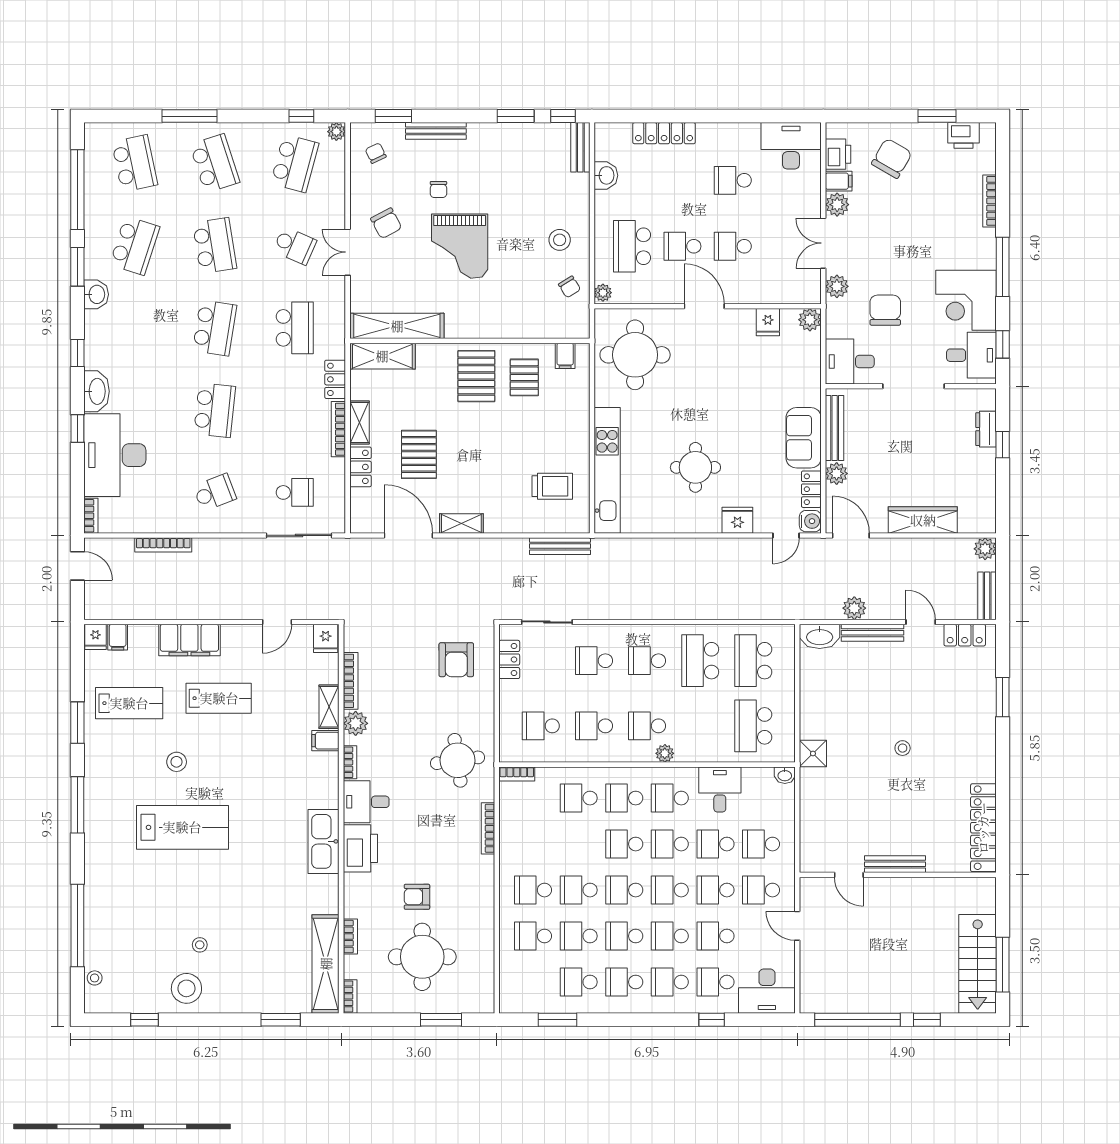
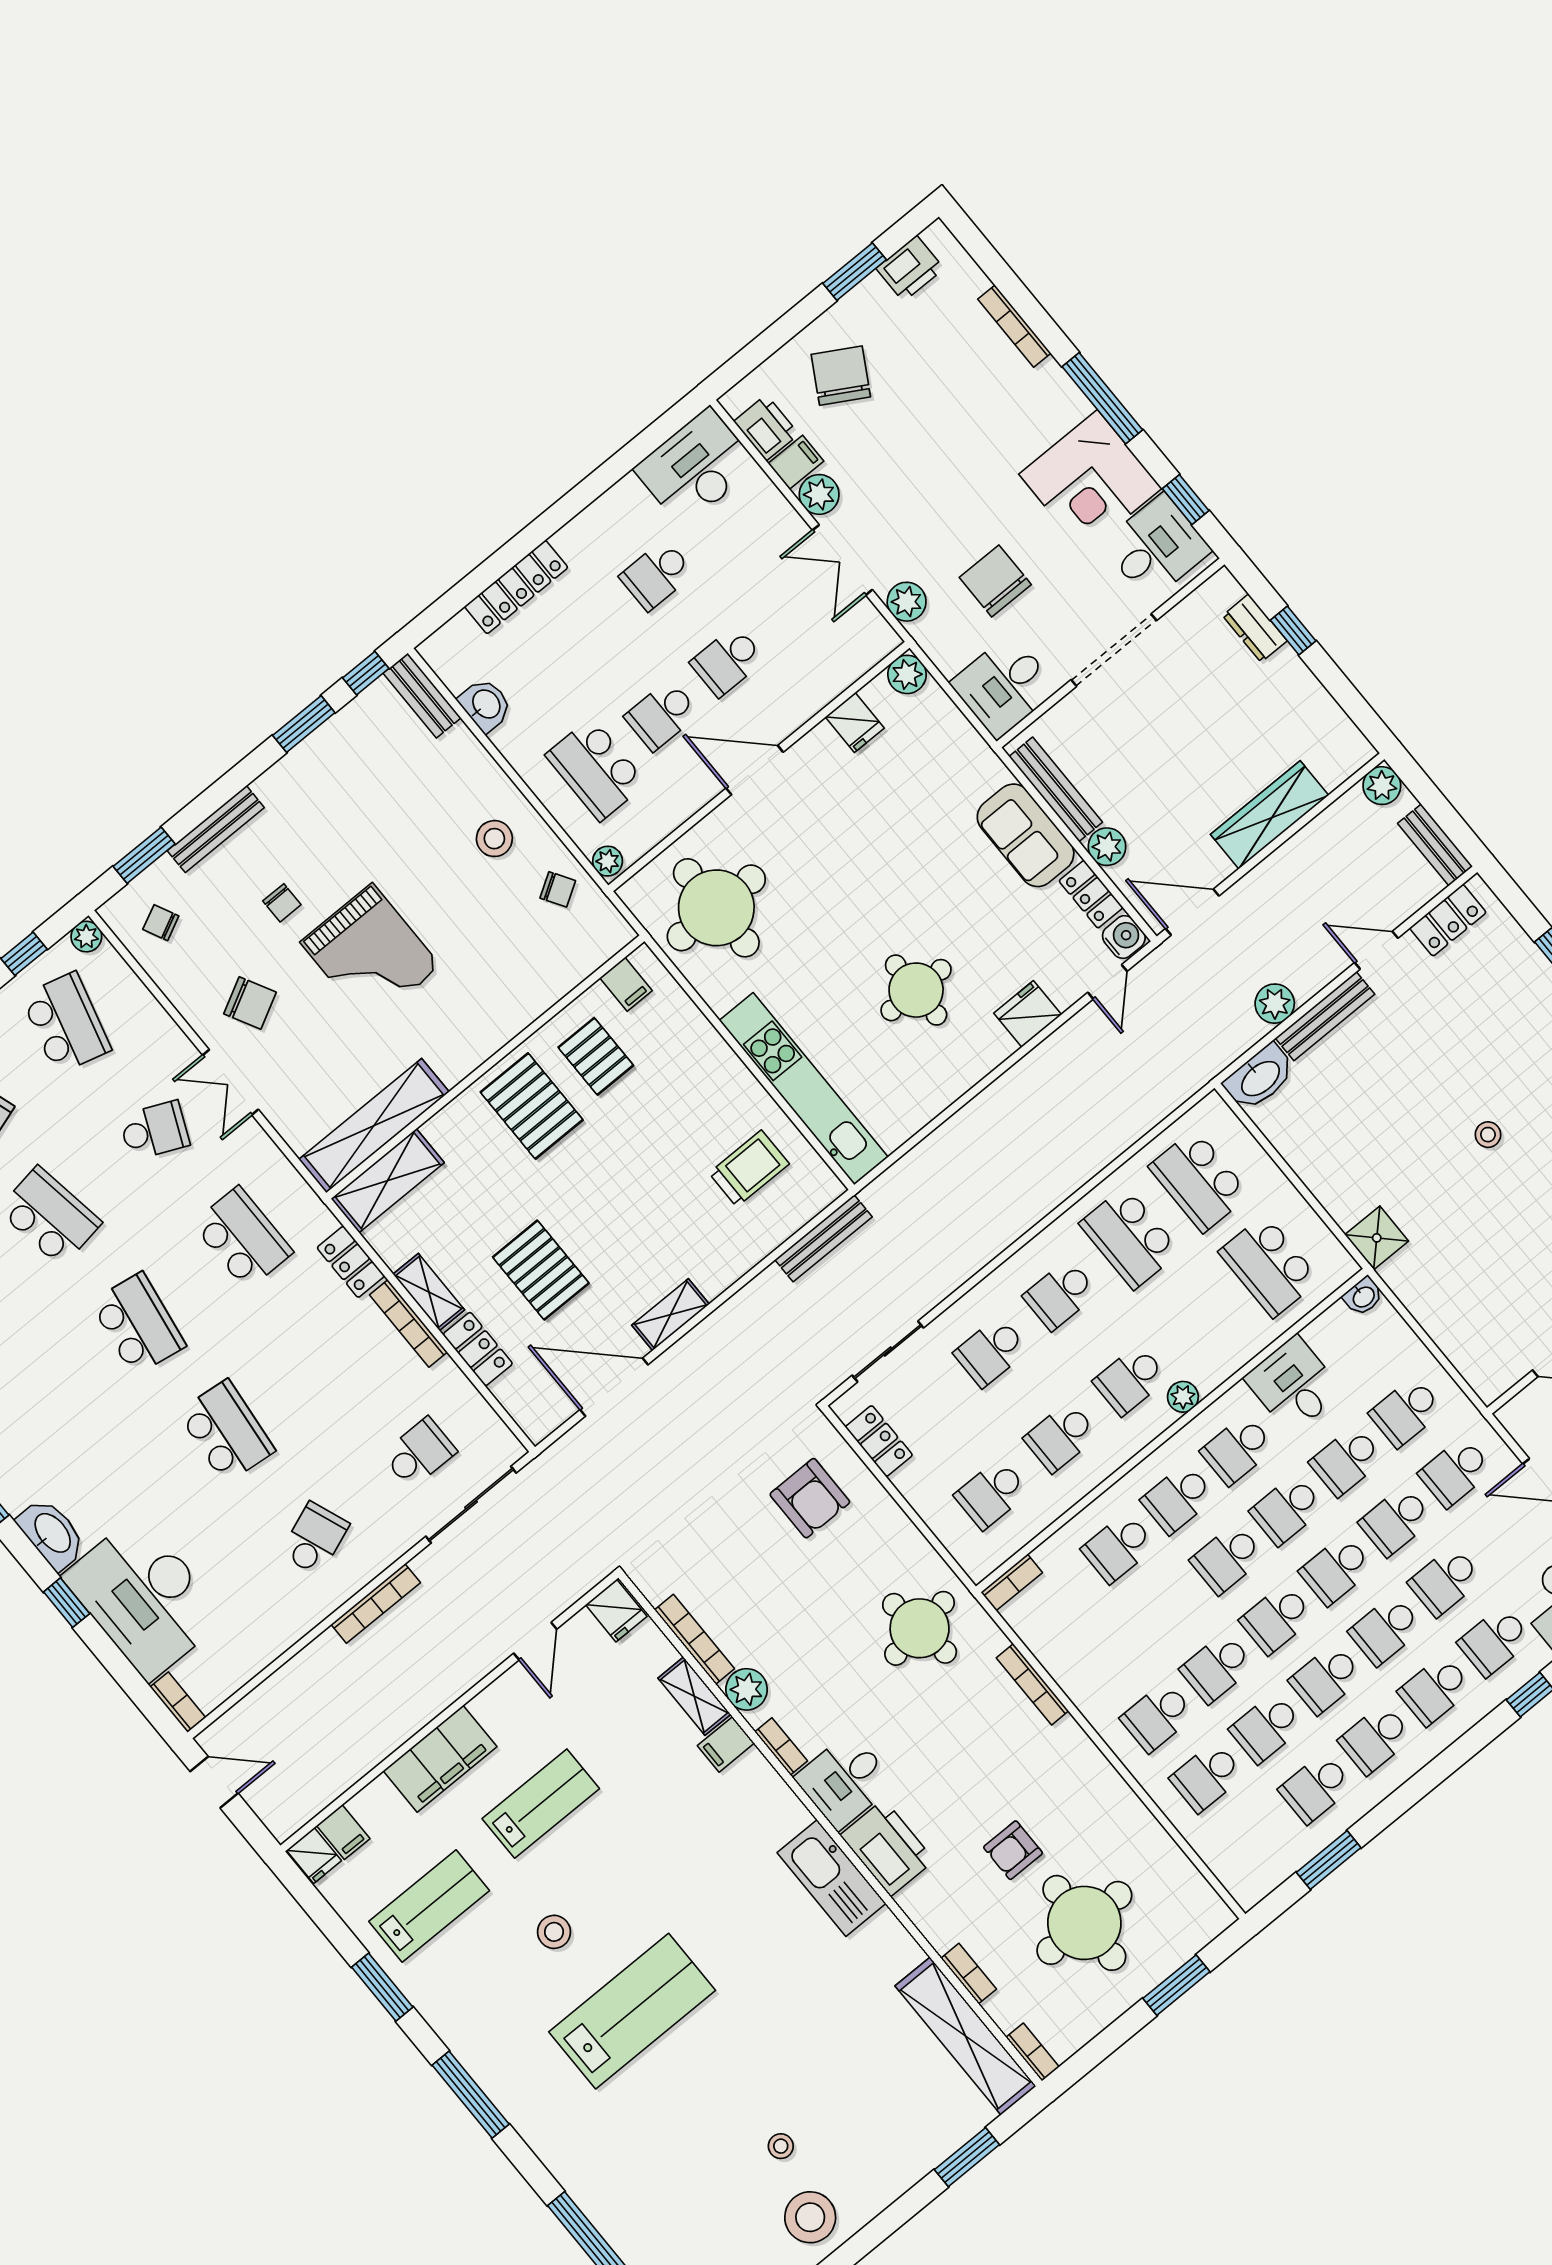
bookcase: (163, 545) -> (376, 1604), moved

